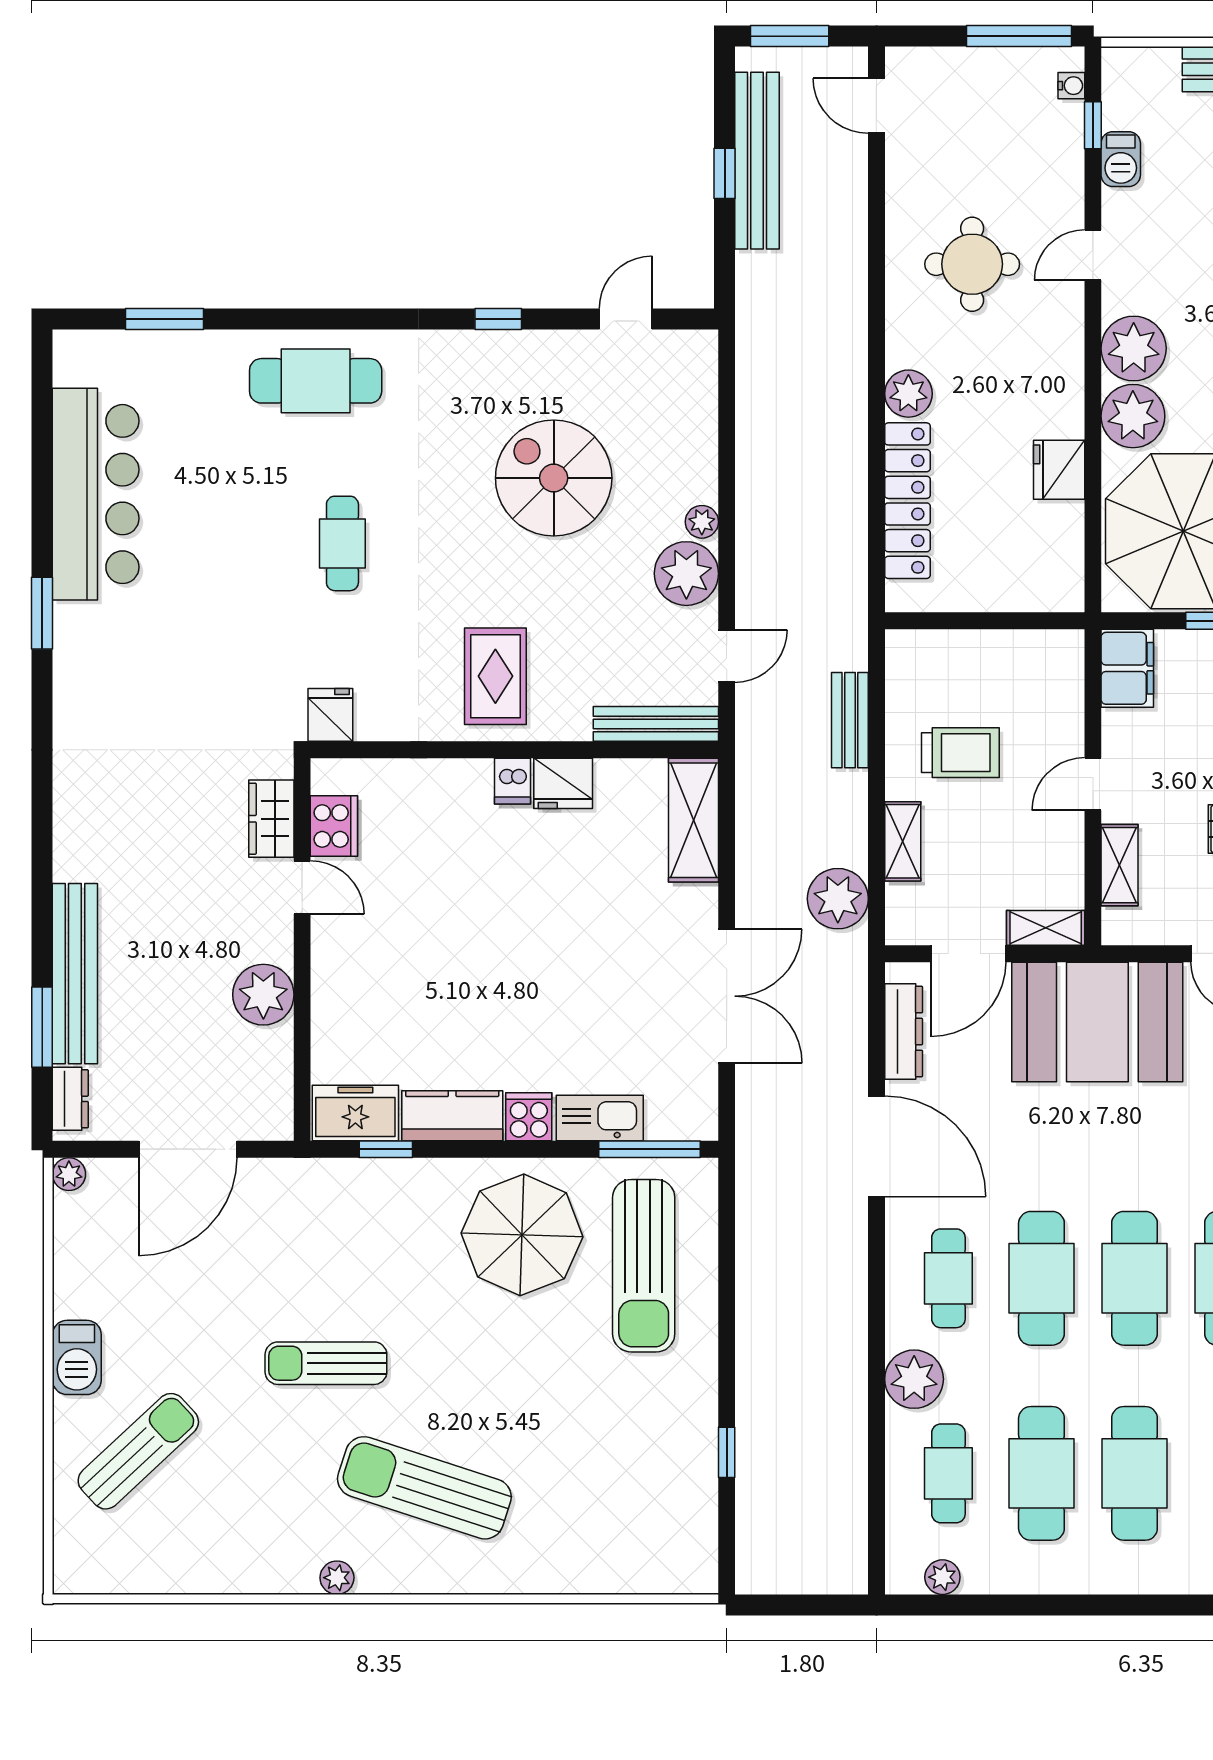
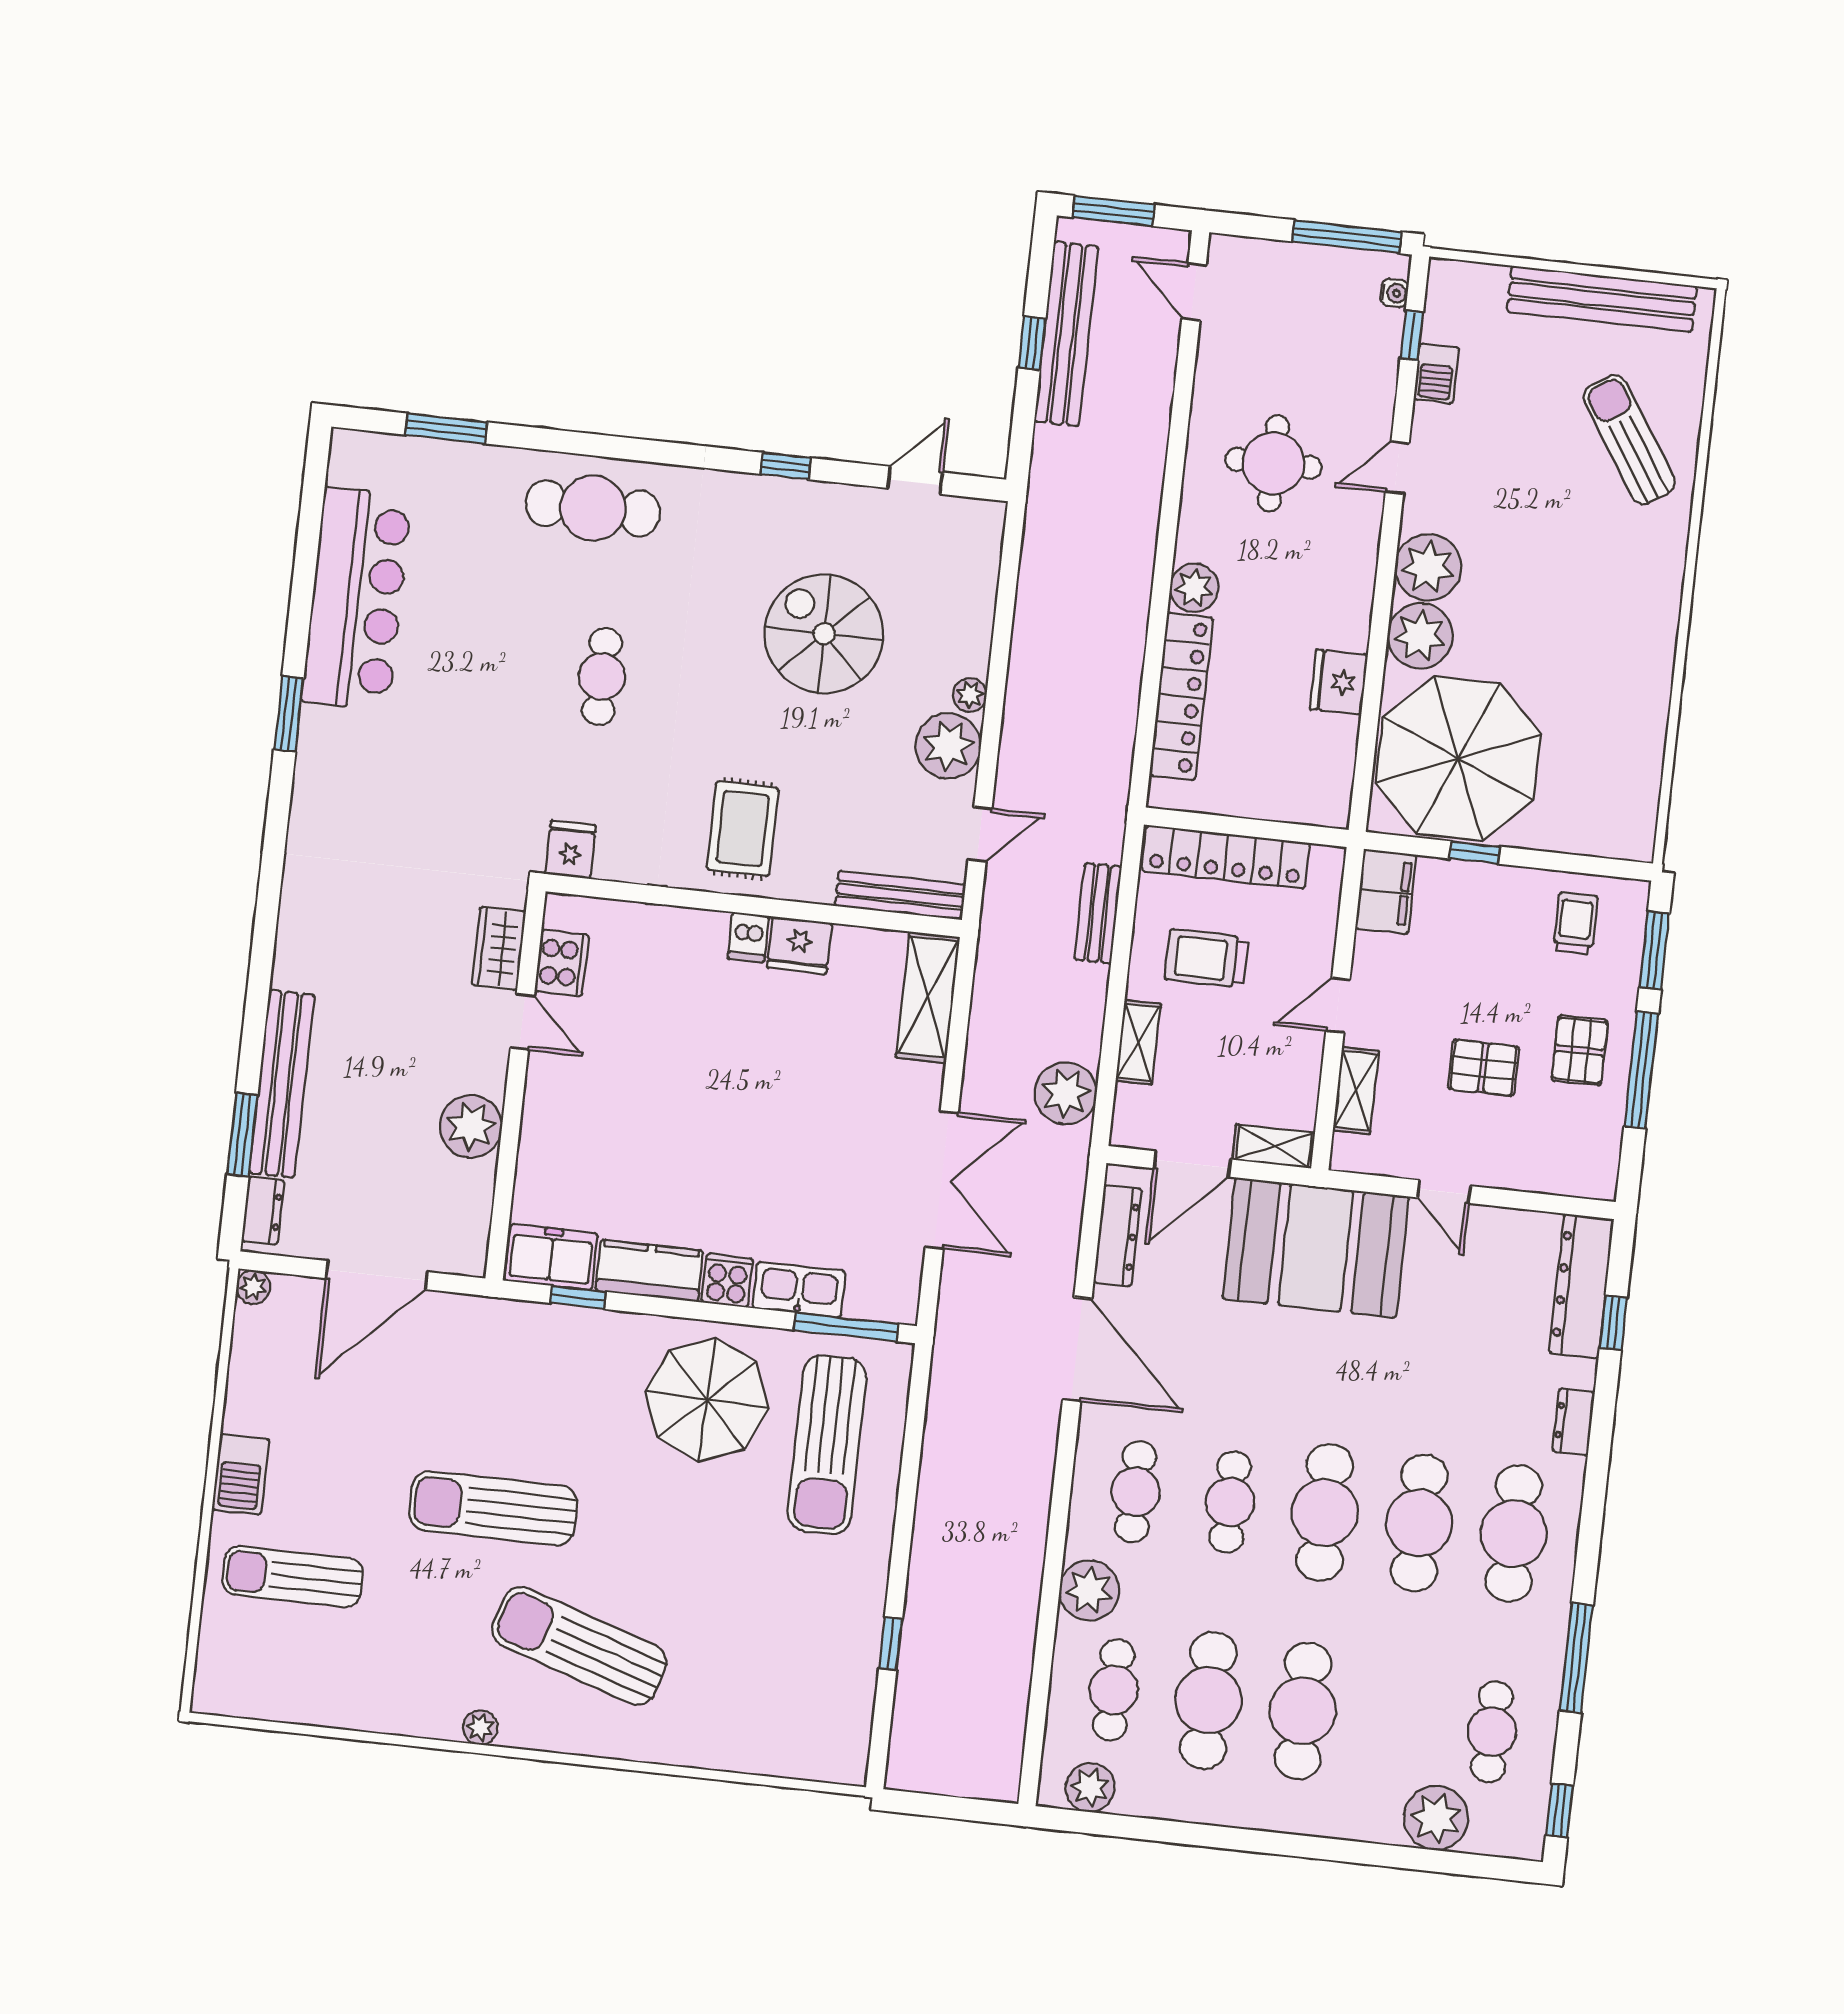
locker: (968, 652) -> (1226, 857), added
trolley: (960, 753) -> (1207, 959), turned 180
cafe table: (1041, 1278) -> (1230, 1502), width x0.73, depth x0.74
sun lounger: (326, 1363) -> (493, 1508), width x1.36, depth x1.34
sun lounger: (138, 1451) -> (293, 1577), turned -137
plant: (942, 1577) -> (1090, 1787), width x1.38, depth x1.38

